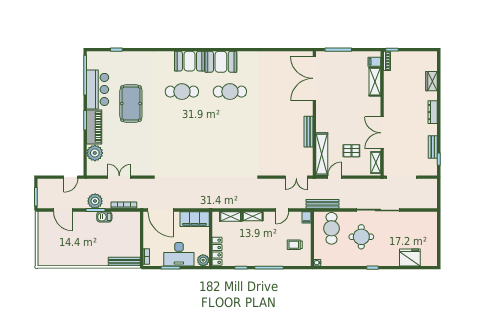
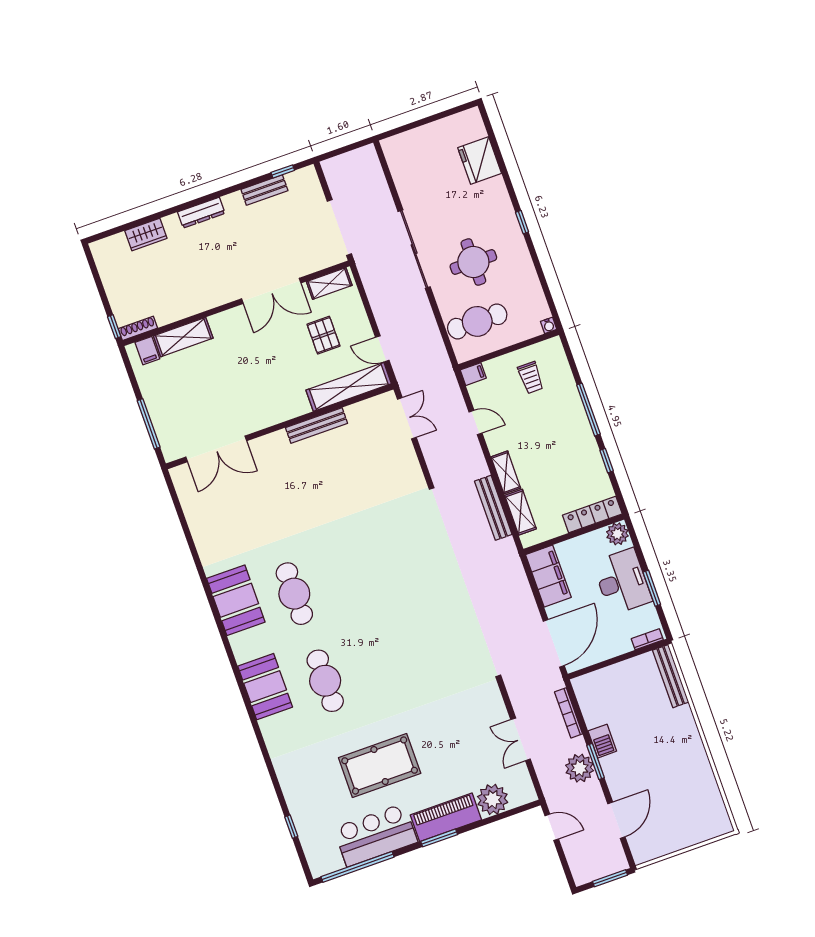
booth: (221, 62) -> (236, 600), moved
double door: (314, 78) -> (216, 449), width x0.73
bench: (322, 204) -> (493, 508), moved

